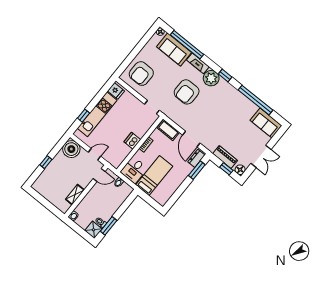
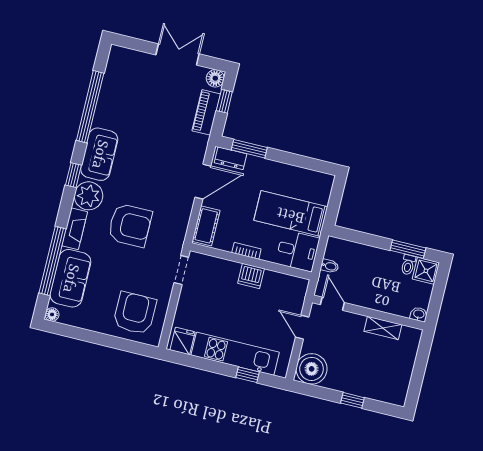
armchair: (141, 74) -> (135, 313), turned -90
sofa: (266, 123) -> (99, 154), moved

